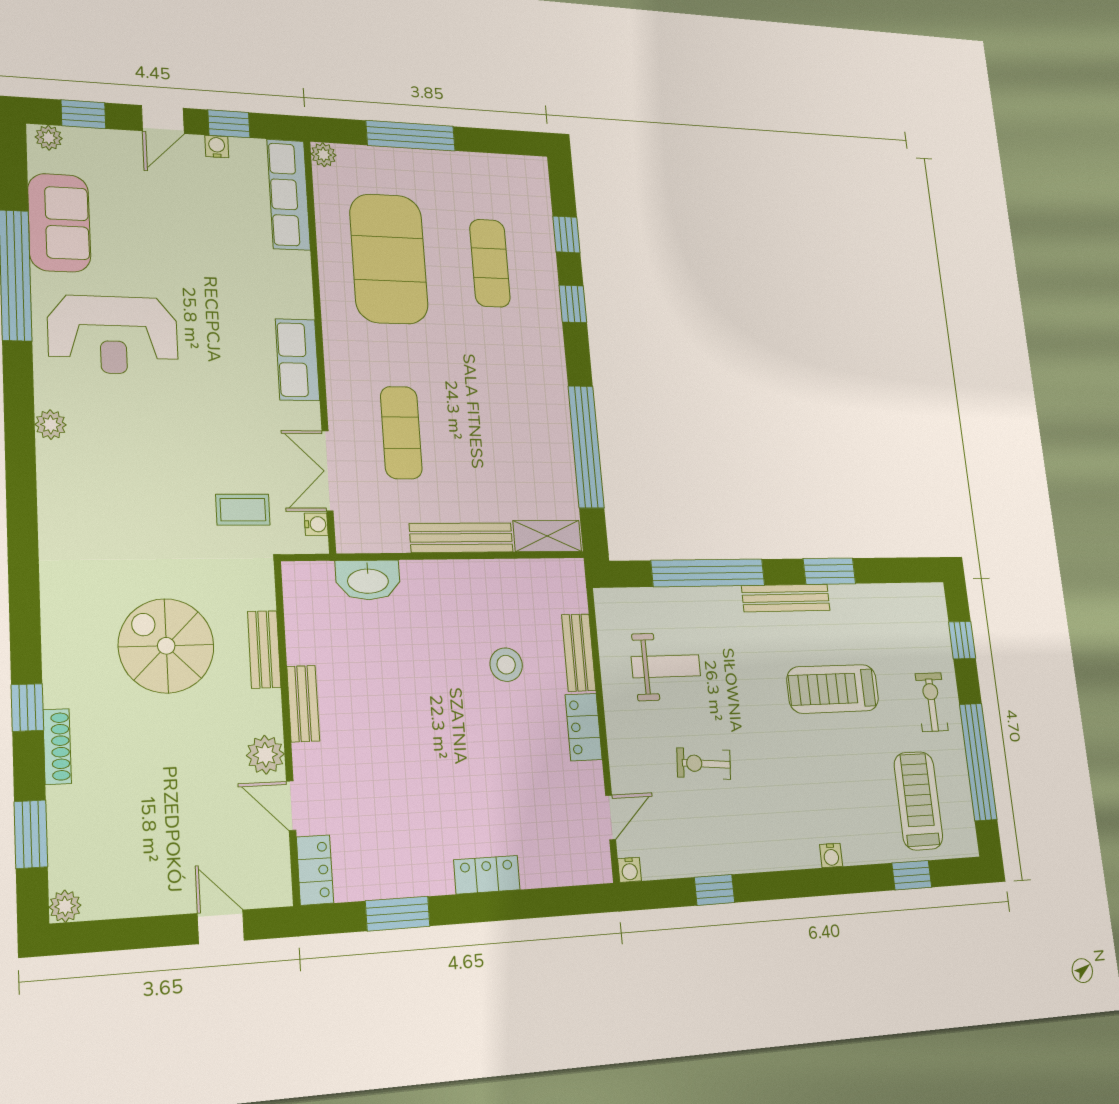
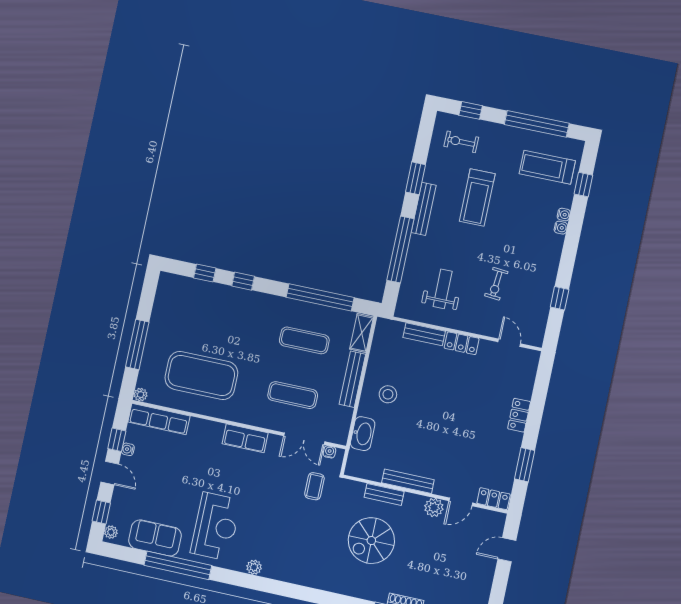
exercise mat: (490, 263) -> (304, 340), moved
stool: (506, 665) -> (388, 394), moved
exercise bike: (932, 702) -> (461, 142), moved
bench: (303, 704) -> (408, 481), width x1.36
water cooler: (630, 870) -> (564, 215), moved

